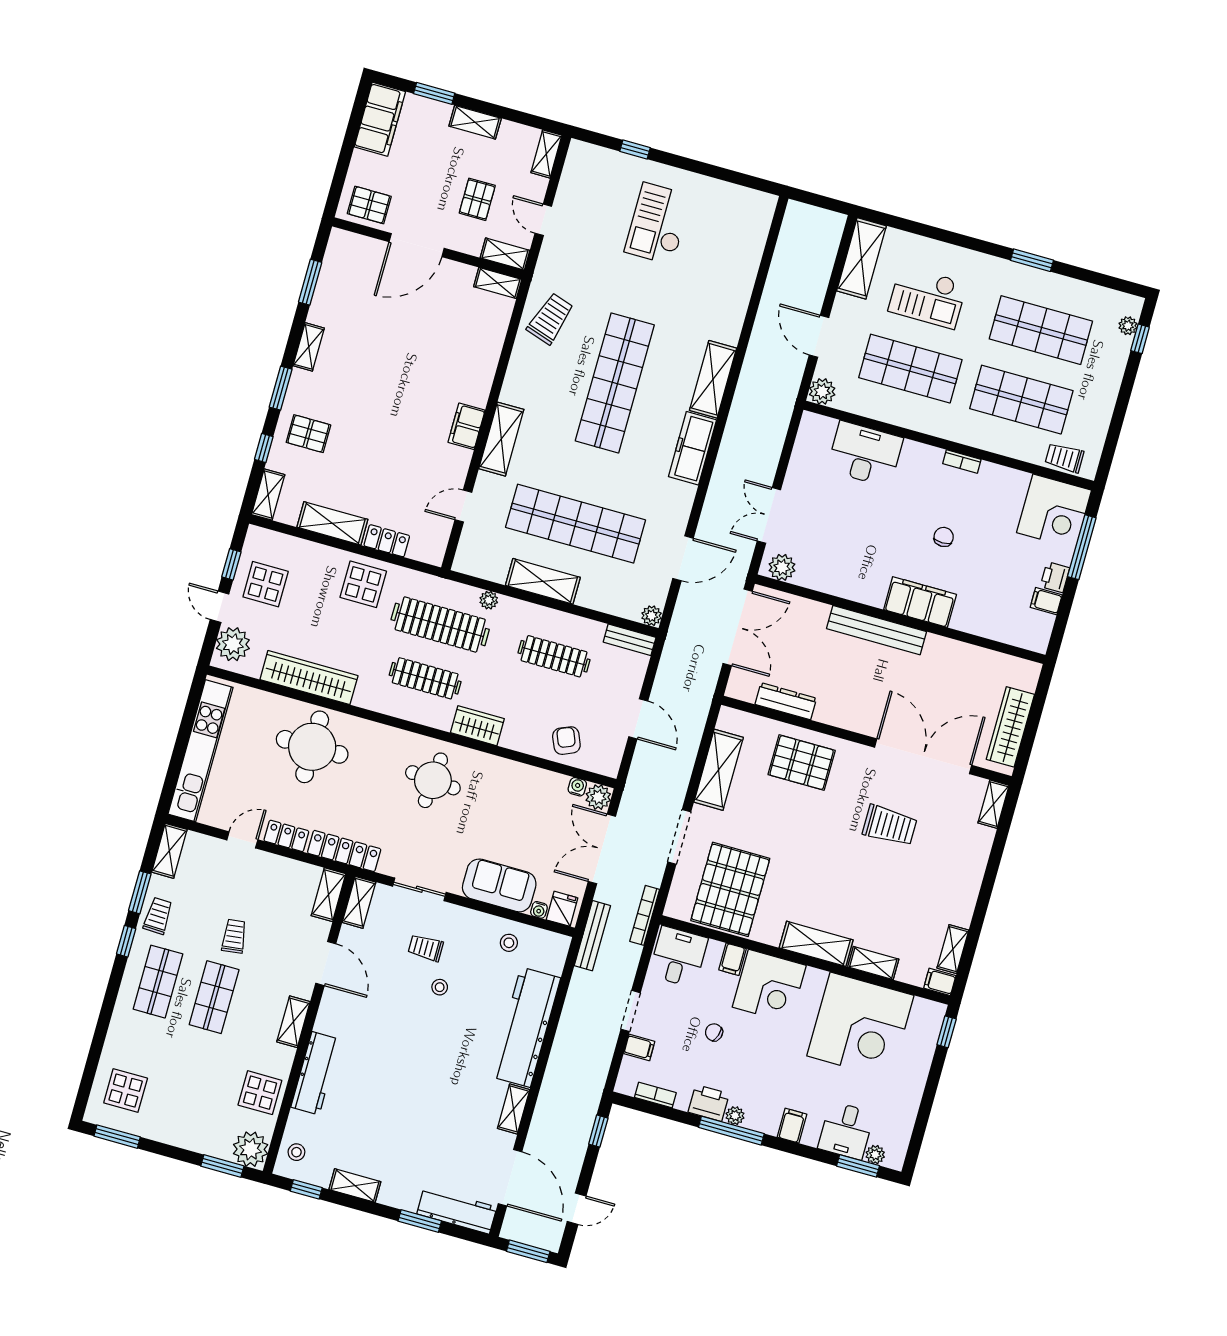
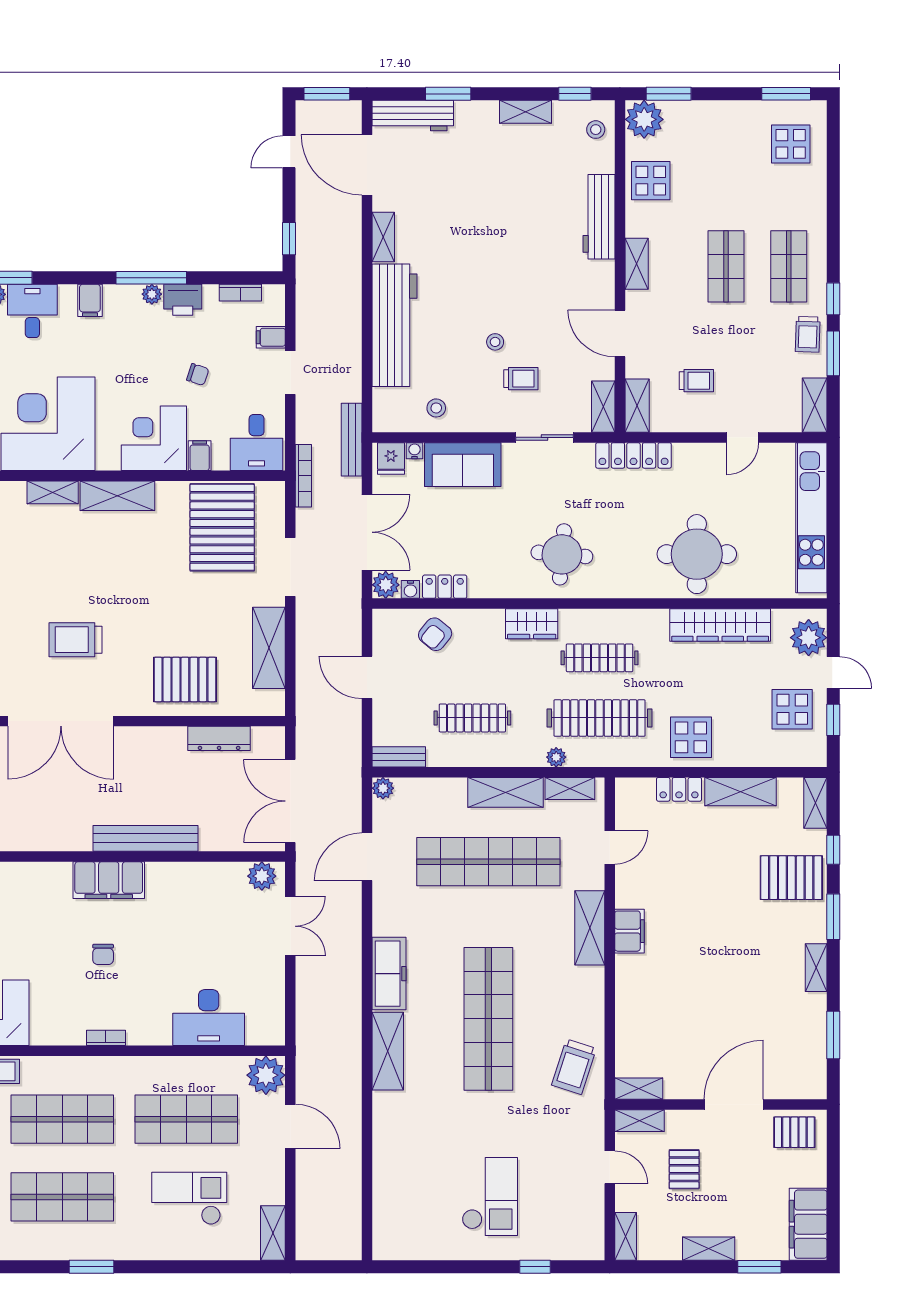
shelving: (861, 258) -> (273, 1233), width x0.67, depth x0.75
plant: (822, 391) -> (266, 1075), width x1.36, depth x1.36
pallet: (308, 434) -> (791, 878), width x1.50, depth x1.42
shelving: (484, 569) -> (570, 788), added
armchair: (566, 741) -> (435, 634), turned 62
locker: (286, 836) -> (445, 587), moved, turned 180
trolley: (234, 936) -> (696, 381), moved, turned -83

